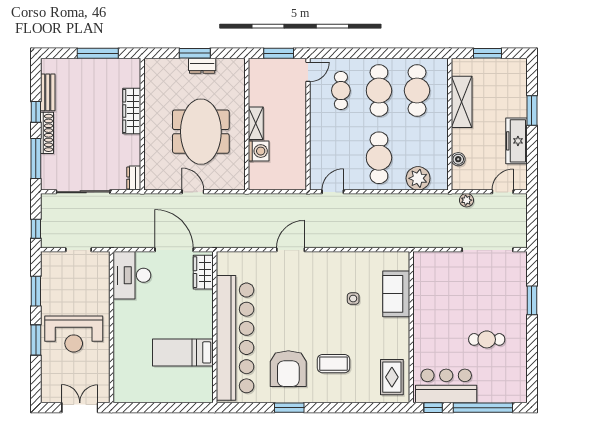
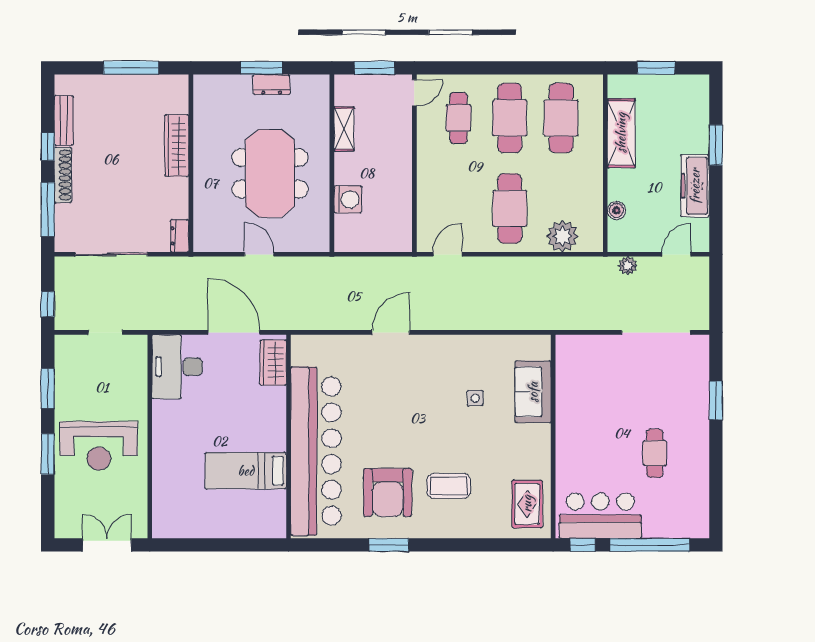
shelving: (256, 123) -> (344, 129), moved
cafe table: (487, 339) -> (655, 453), turned 90

